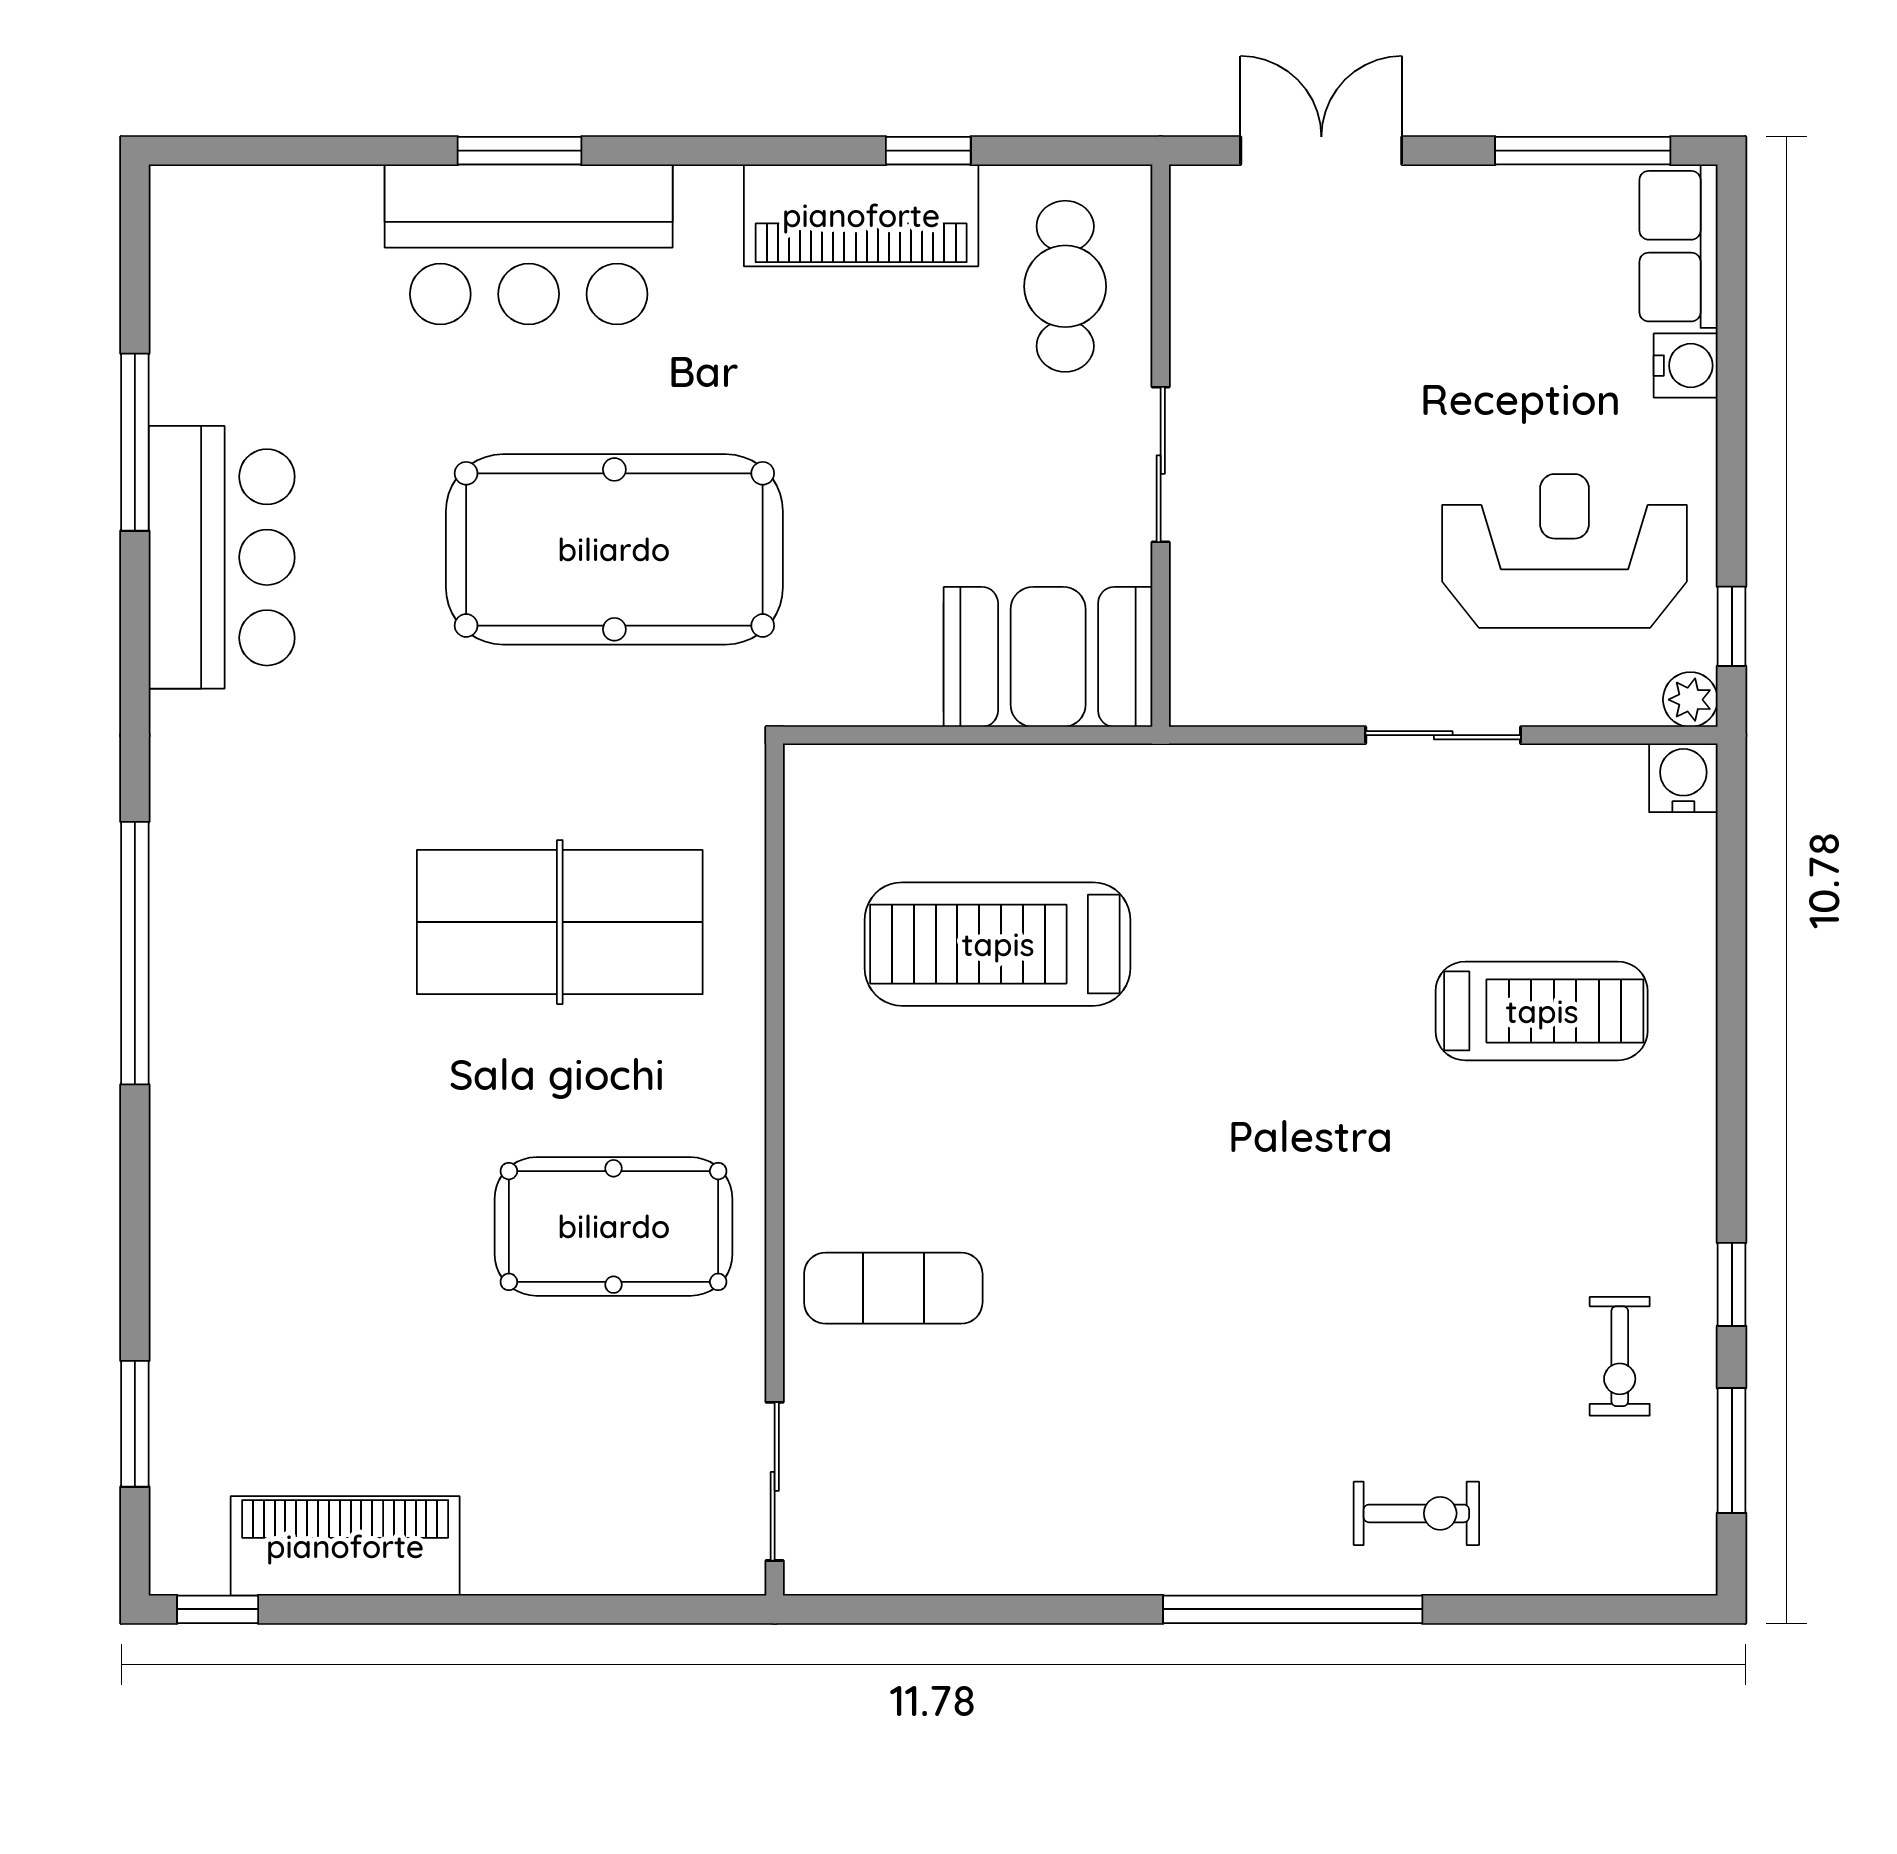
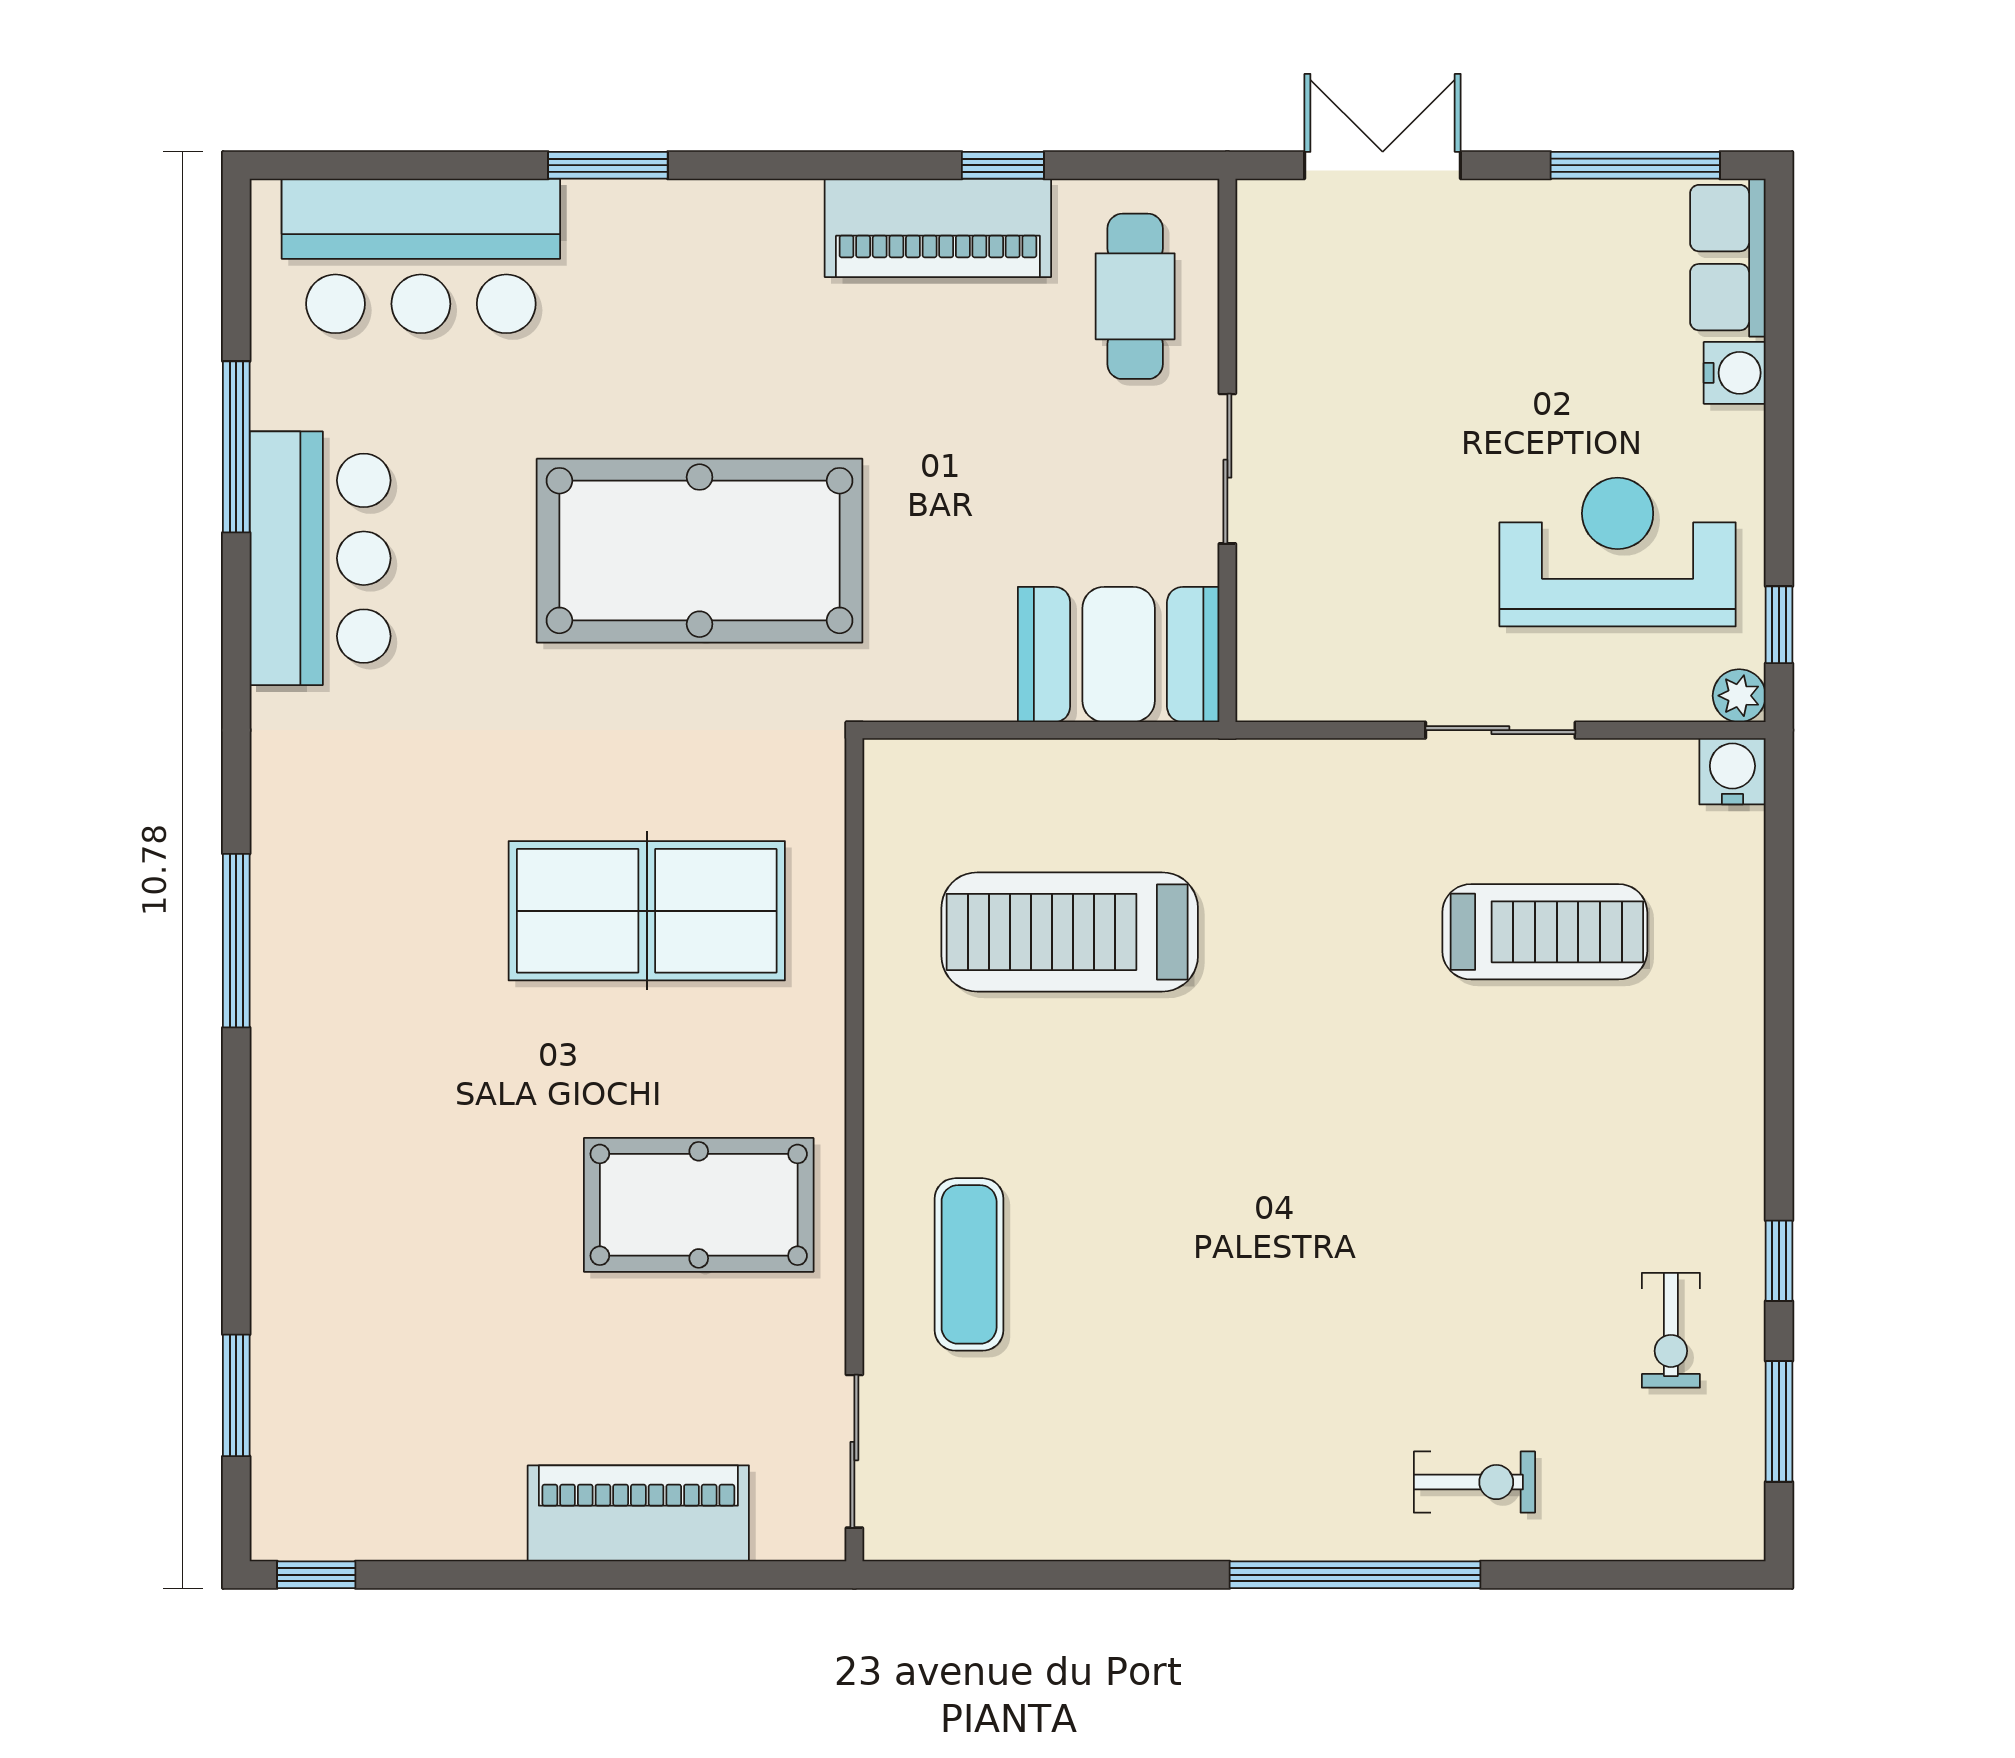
bar counter: (529, 244) -> (421, 256), moved
window: (135, 953) -> (236, 941), width x0.68
treadmill: (1542, 1011) -> (1545, 932), moved
exercise mat: (893, 1288) -> (969, 1264), turned 90
piano: (345, 1546) -> (638, 1513), moved

